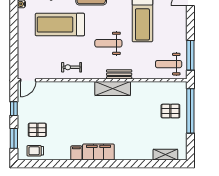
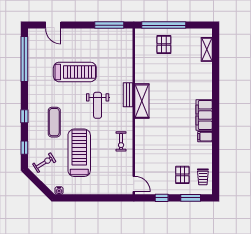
treadmill: (60, 25) -> (79, 153), turned 180
weight bench: (169, 64) -> (118, 46), removed

